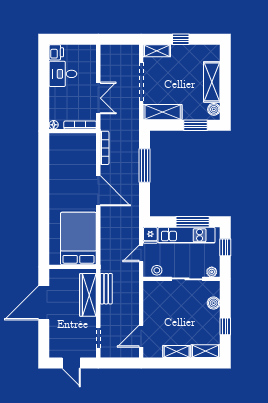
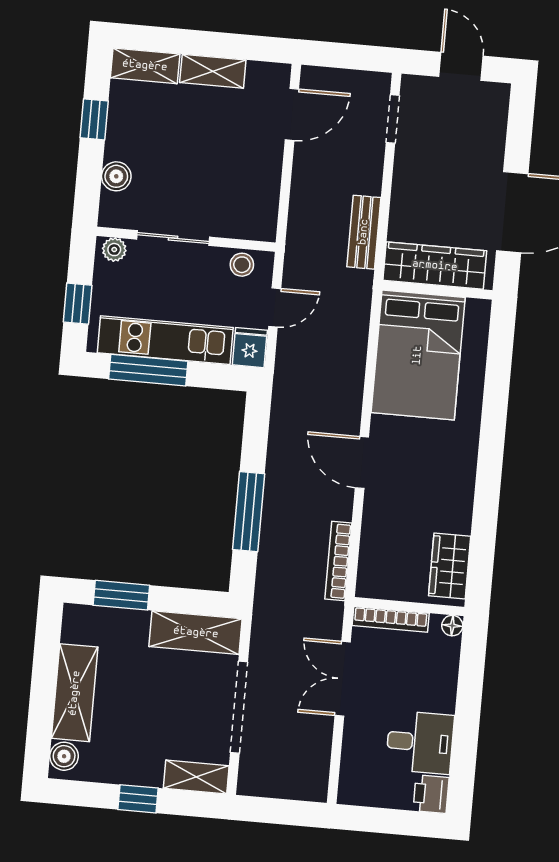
boiler: (214, 109) -> (64, 756), moved
wardrobe: (57, 150) -> (450, 566), added
door: (98, 191) -> (362, 462), width x0.73
wardrobe: (88, 295) -> (435, 266), moved, turned -90

